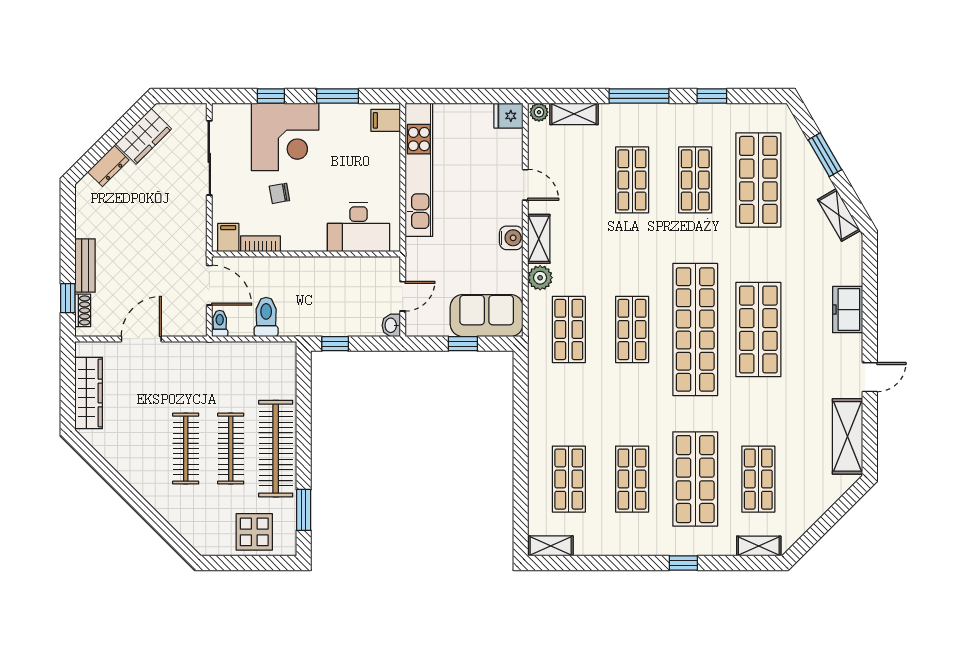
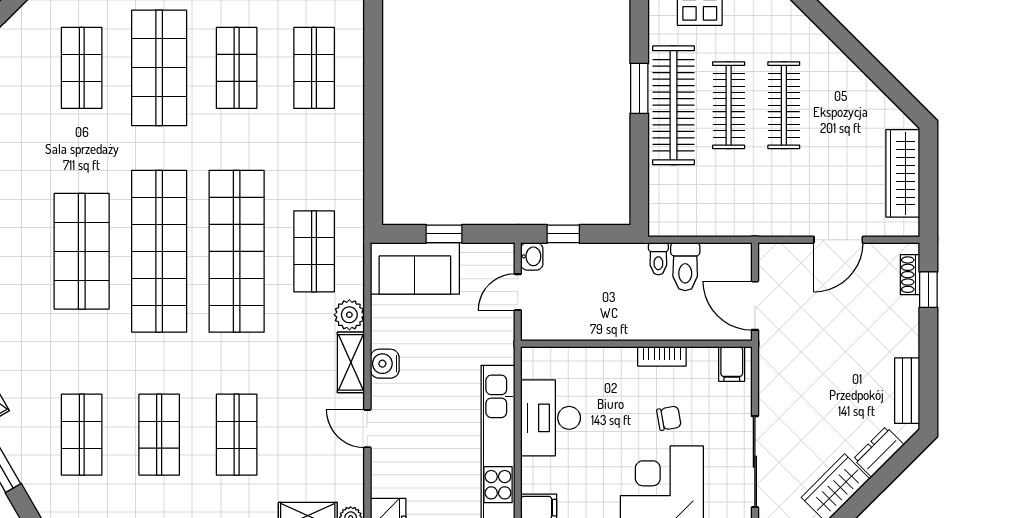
shop shelf: (758, 180) -> (82, 435), width x0.70, depth x0.74
desk: (358, 227) -> (551, 418), moved, turned -90
bookcase: (260, 244) -> (662, 356), moved
bench: (85, 266) -> (907, 391), moved
toilet: (220, 323) -> (658, 259), moved
shop shelf: (632, 329) -> (237, 251), width x2.00, depth x1.36
window: (335, 344) -> (563, 234), moved
window: (304, 510) -> (639, 88), moved

